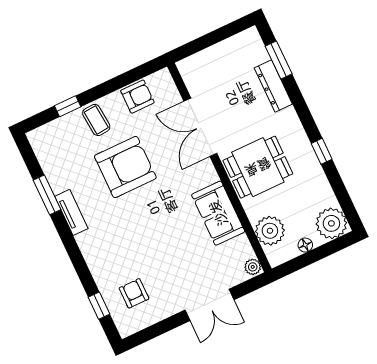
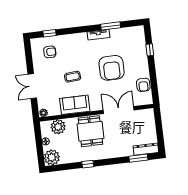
dresser: (273, 86) -> (146, 149), moved
coffee table: (96, 120) -> (73, 77), moved

